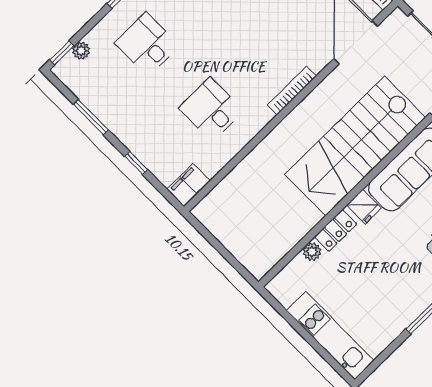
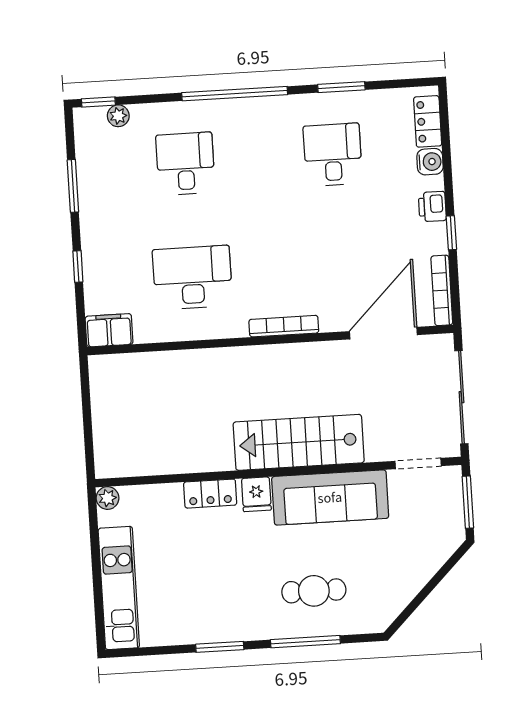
desk: (211, 109) -> (192, 278), width x1.37
stairs: (355, 146) -> (299, 442), width x0.73, depth x0.66
plant: (312, 252) -> (108, 498), moved

